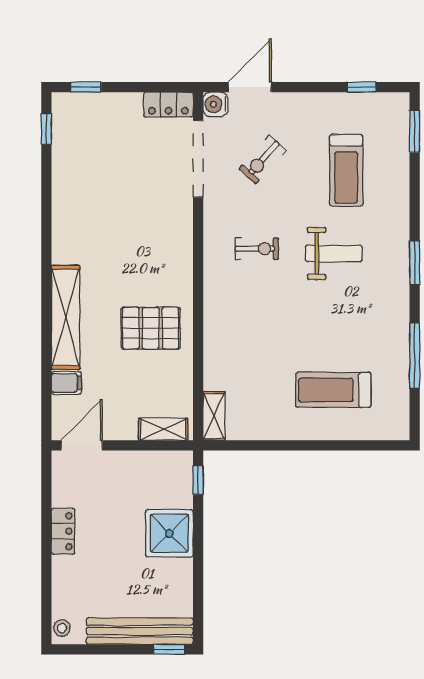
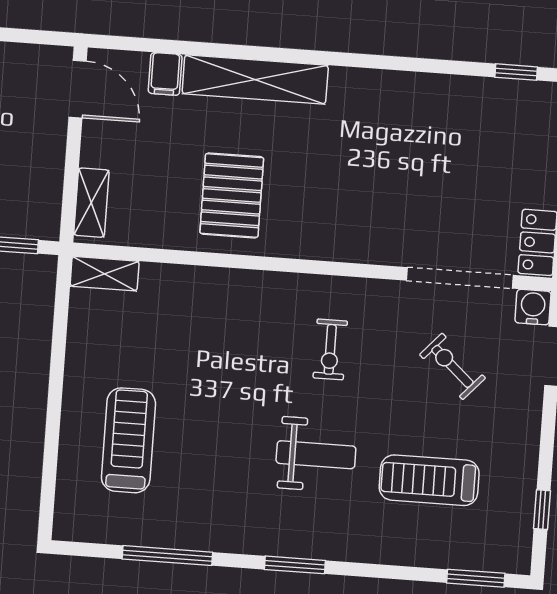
weight bench: (334, 253) -> (316, 455), turned -90

